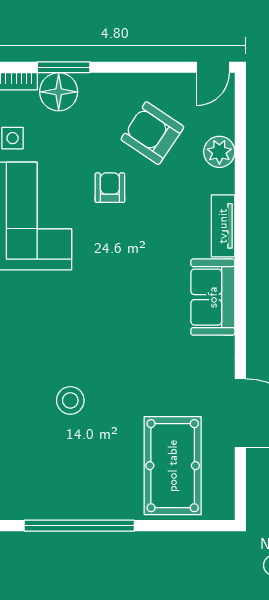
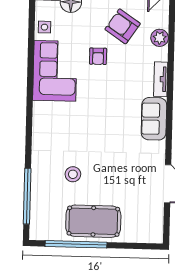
armchair: (110, 188) -> (98, 56), turned 180
pool table: (173, 466) -> (93, 221), moved, turned 90

